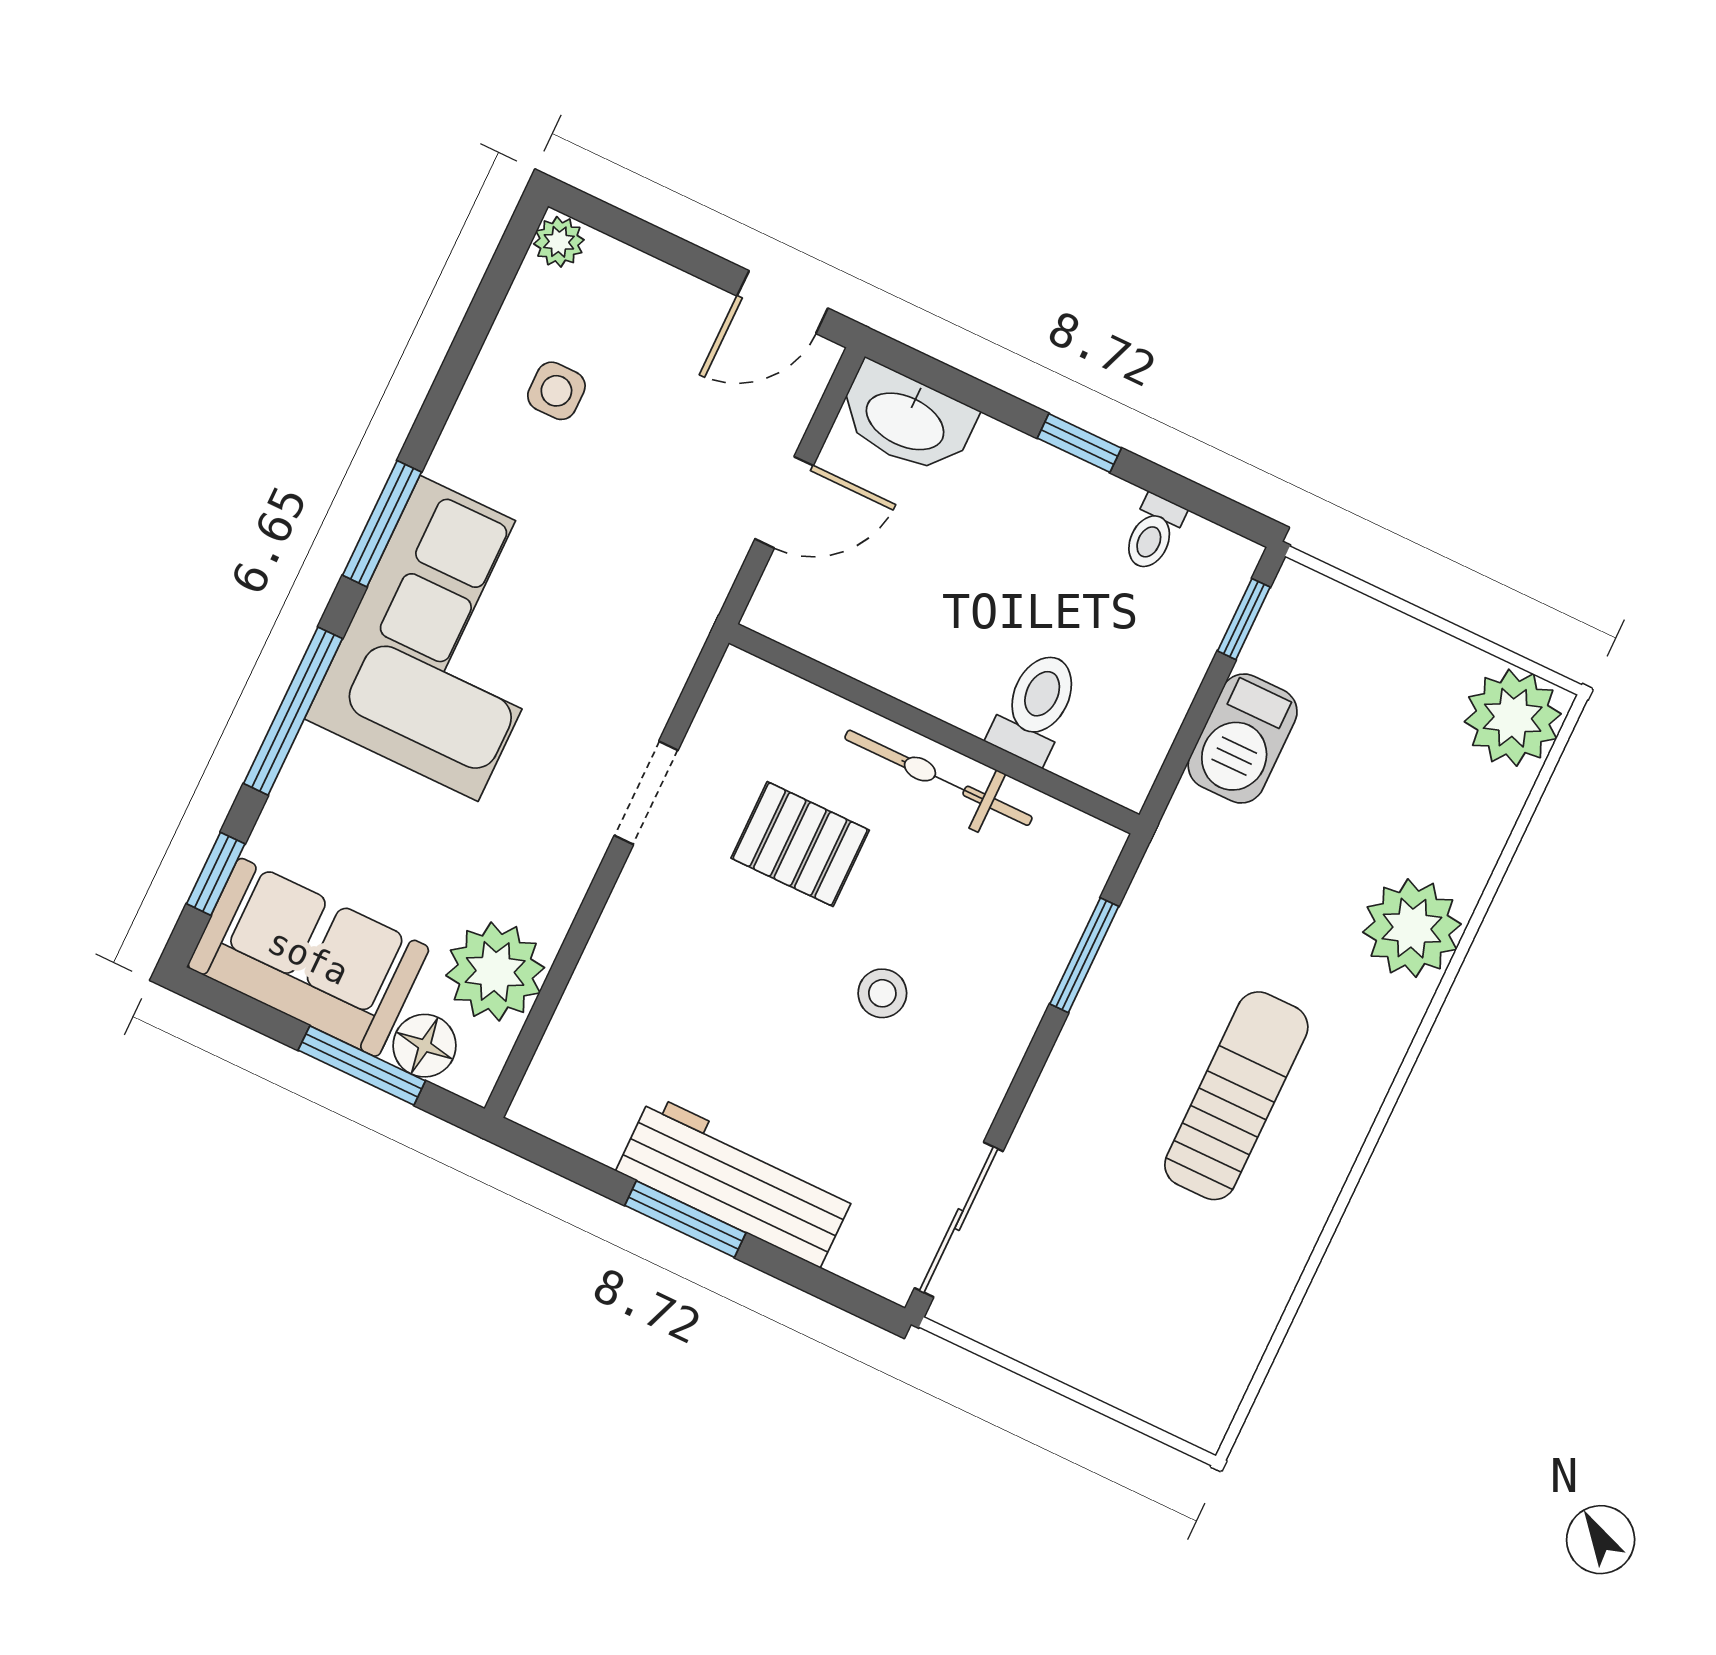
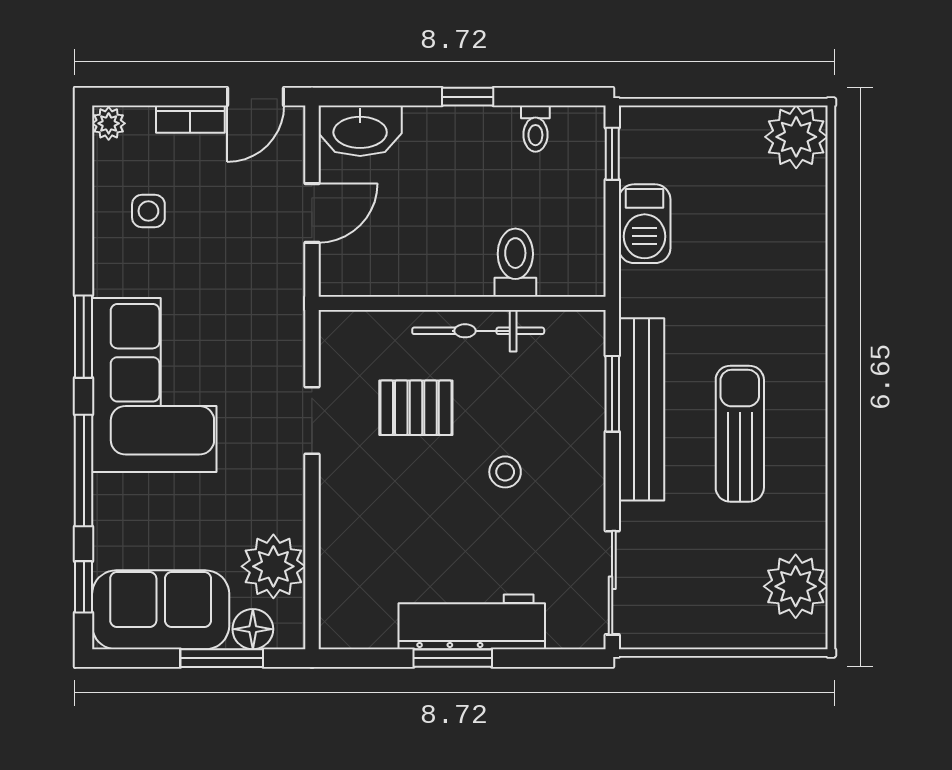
bookcase: (676, 290) -> (190, 119), added
plant: (1412, 928) -> (796, 586), moved
bench: (1115, 996) -> (641, 409), added

